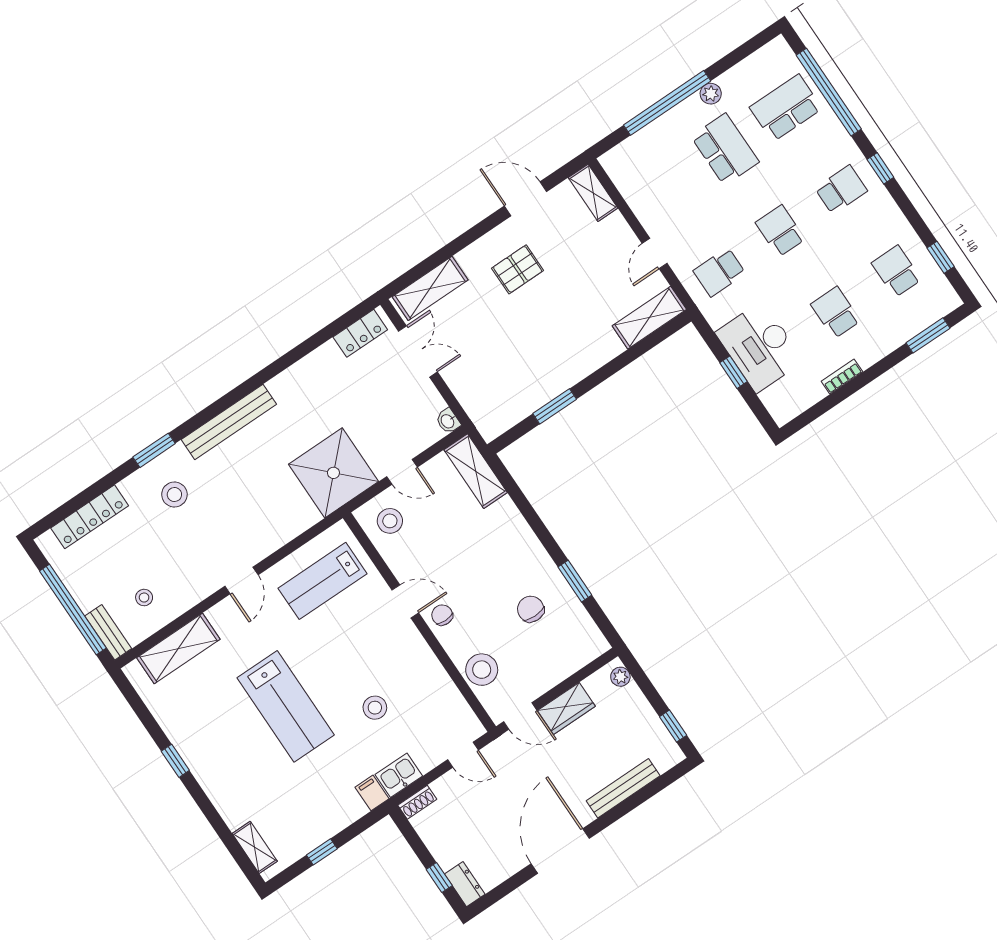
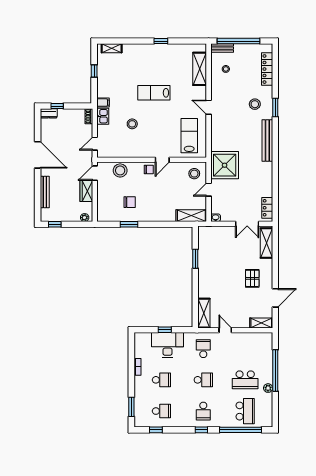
lab bench: (286, 706) -> (154, 93), width x0.73, depth x0.72

